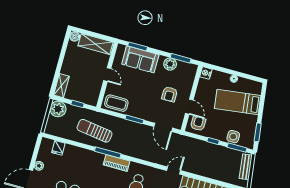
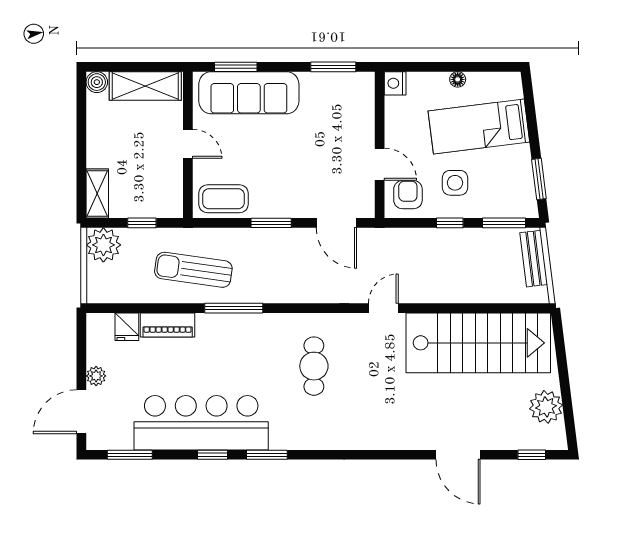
sofa: (140, 59) -> (249, 93), width x1.36
plant: (170, 64) -> (314, 85), removed
armchair: (170, 94) -> (331, 149), removed
side table: (233, 137) -> (455, 183), moved
piano: (117, 163) -> (168, 325), moved

